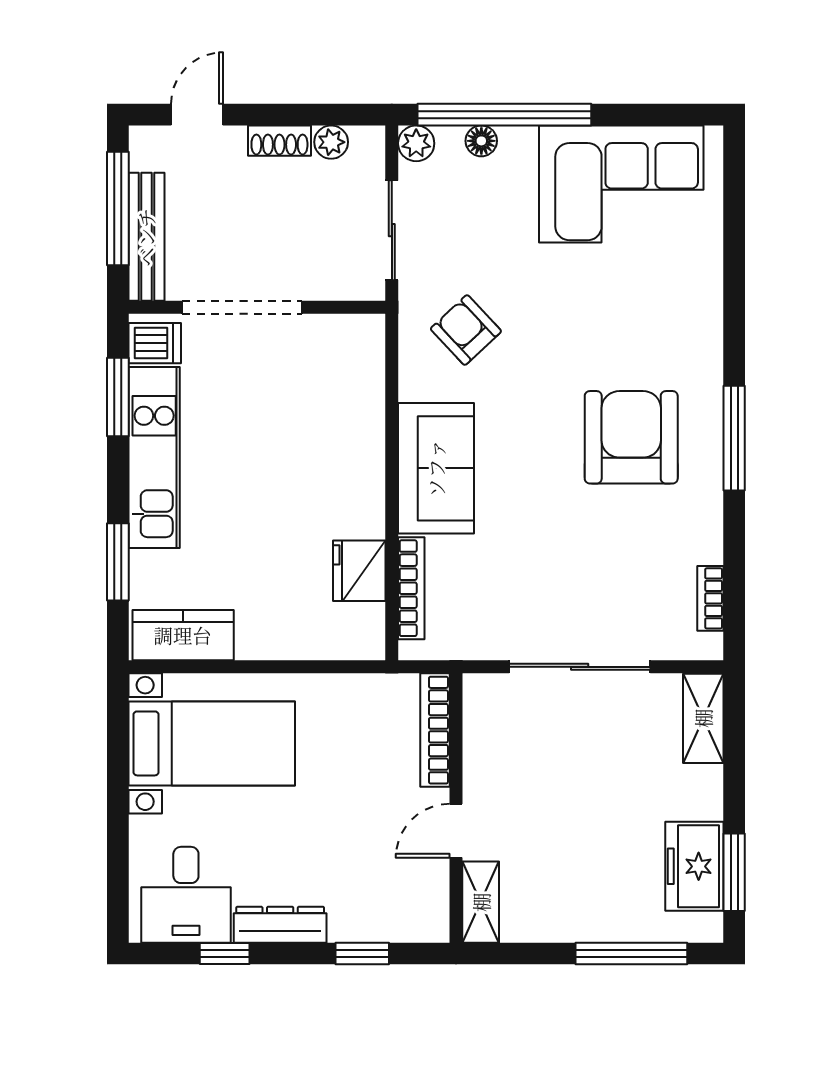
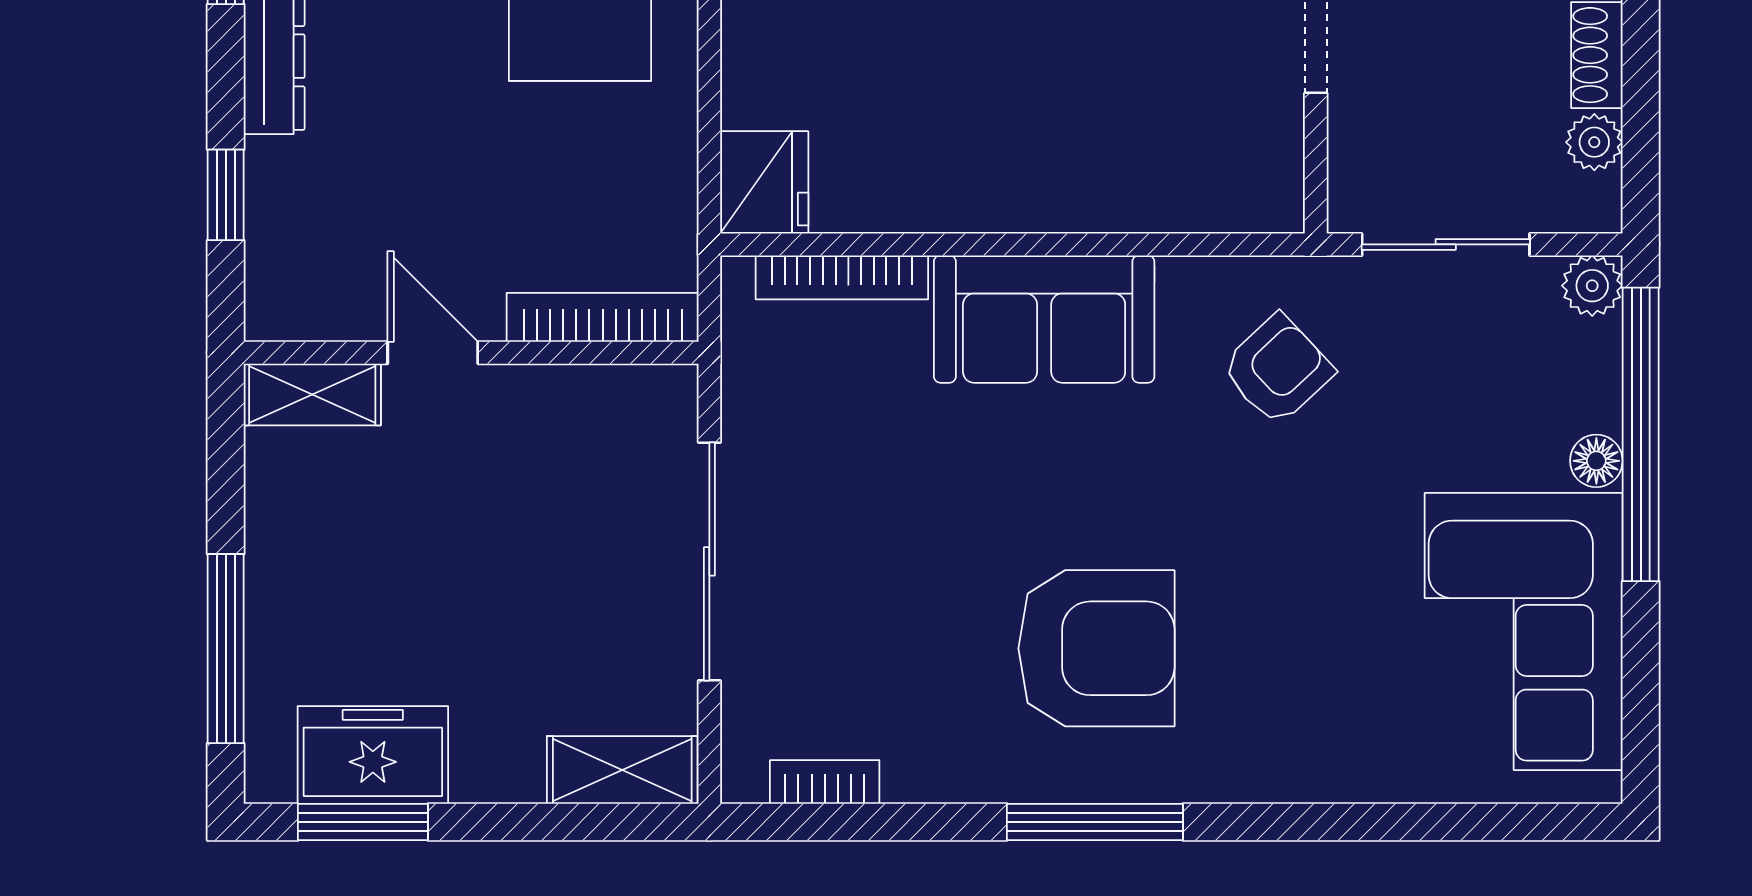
floor lamp: (481, 141) -> (1596, 461), moved
fridge: (359, 571) -> (764, 182), moved, turned 90

